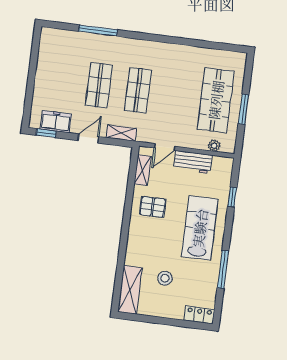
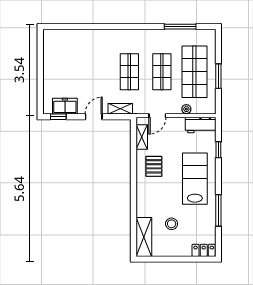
window: (98, 31) -> (180, 27), moved
shop shelf: (99, 85) -> (162, 72), moved
plant: (214, 146) -> (186, 109), moved
workbench: (193, 162) -> (201, 125), moved
pallet: (153, 207) -> (154, 166), turned 90

